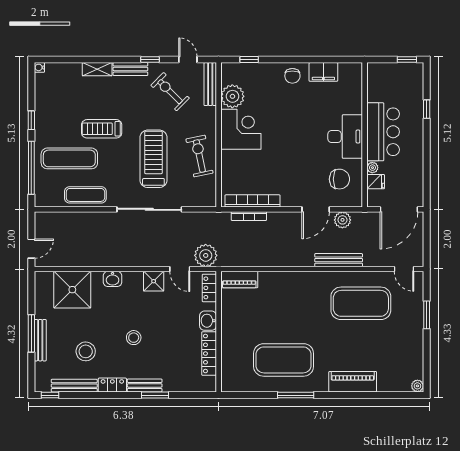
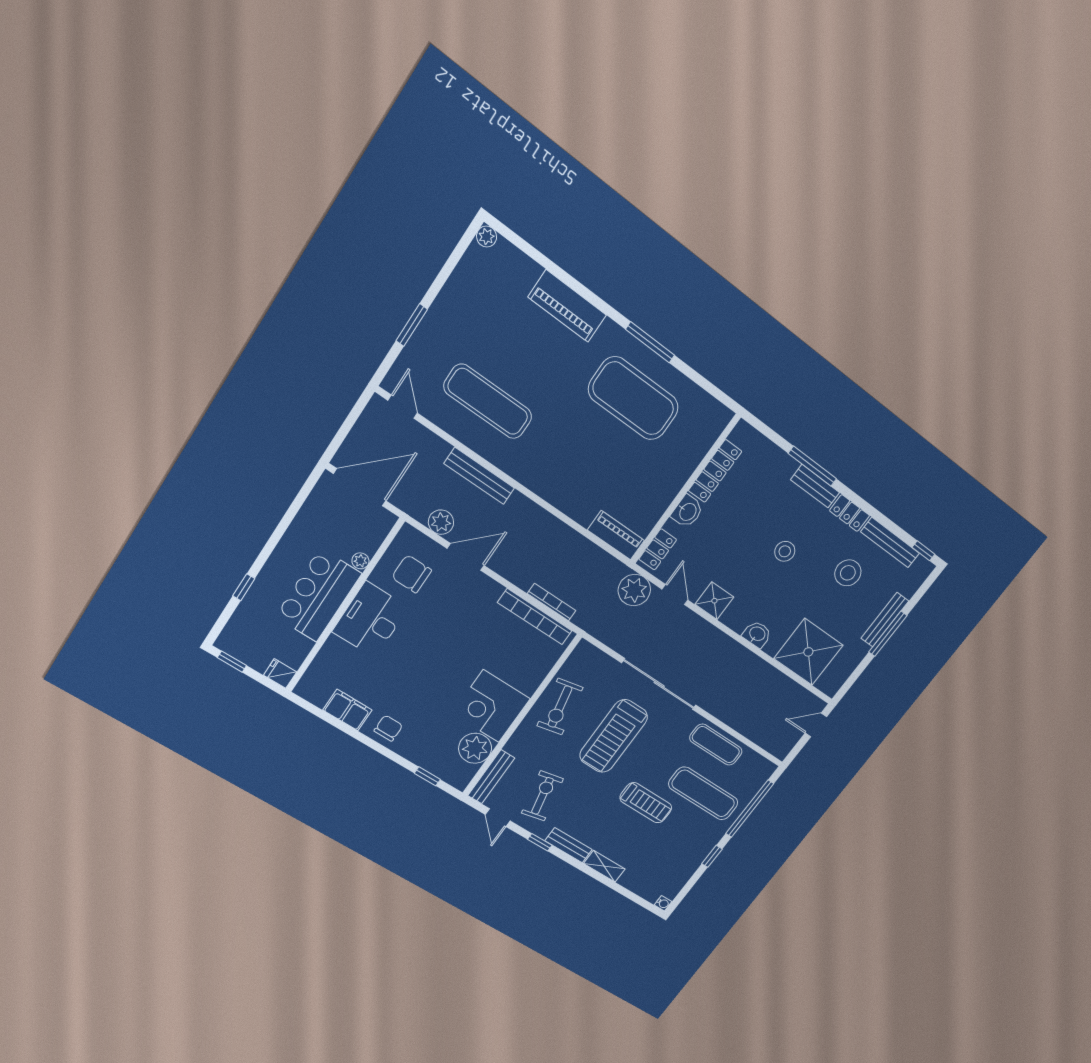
exercise bike: (170, 92) -> (542, 796), turned -147
fridge: (376, 182) -> (280, 674), moved
exercise mat: (361, 303) -> (488, 402), width x0.68
window: (155, 395) -> (812, 466), width x1.44

